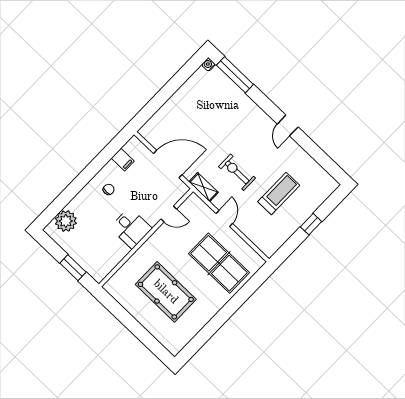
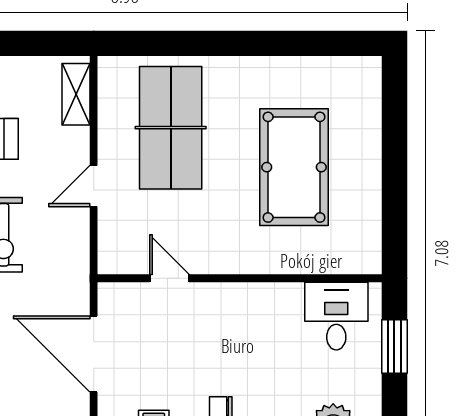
shelving: (204, 187) -> (76, 94), moved
desk: (131, 228) -> (336, 316), moved

